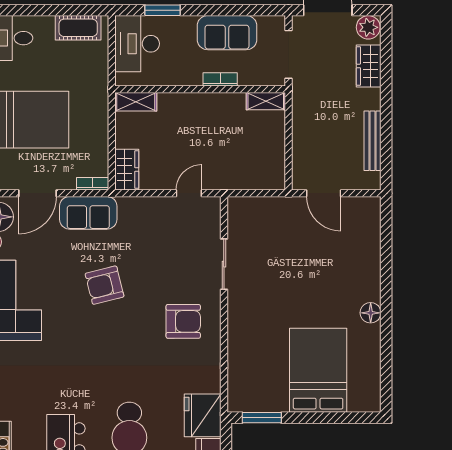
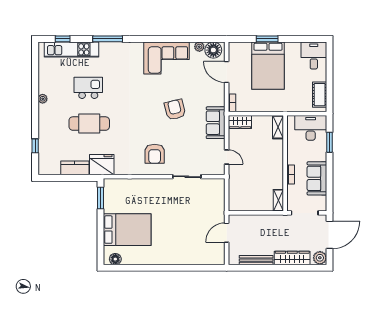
wardrobe: (369, 66) -> (292, 258), width x1.50
sofa: (88, 213) -> (216, 123), moved
floor lamp: (371, 313) -> (115, 259), moved

